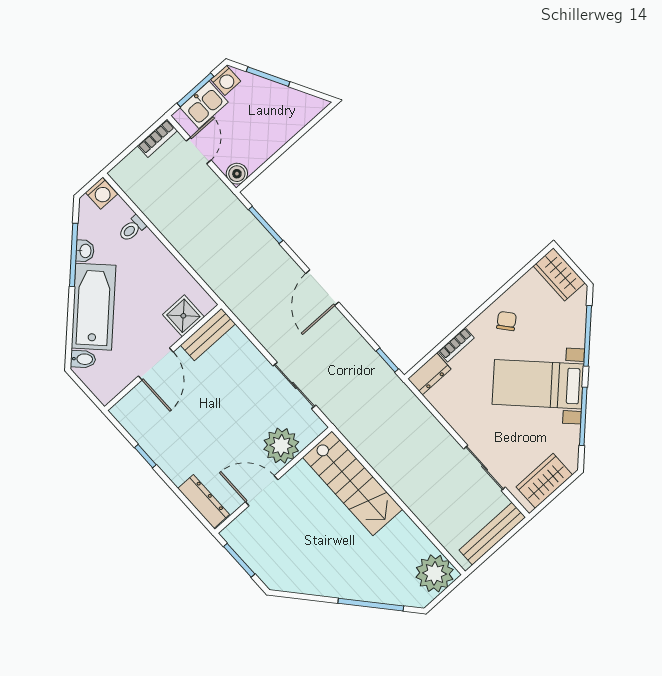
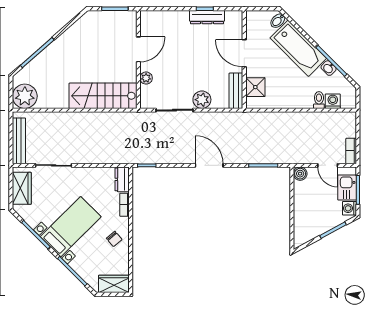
washing machine: (101, 193) -> (333, 101), moved, turned 90
plant: (254, 365) -> (202, 100), added
plant: (281, 446) -> (146, 78), width x0.53, depth x0.53
dresser: (204, 501) -> (207, 17), moved

